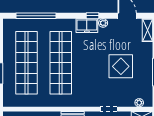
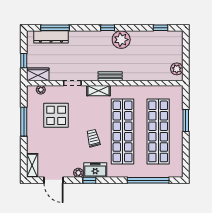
trolley: (89, 56) -> (93, 138), added
display table: (121, 66) -> (56, 115), moved
shelving: (84, 102) -> (98, 91), added

